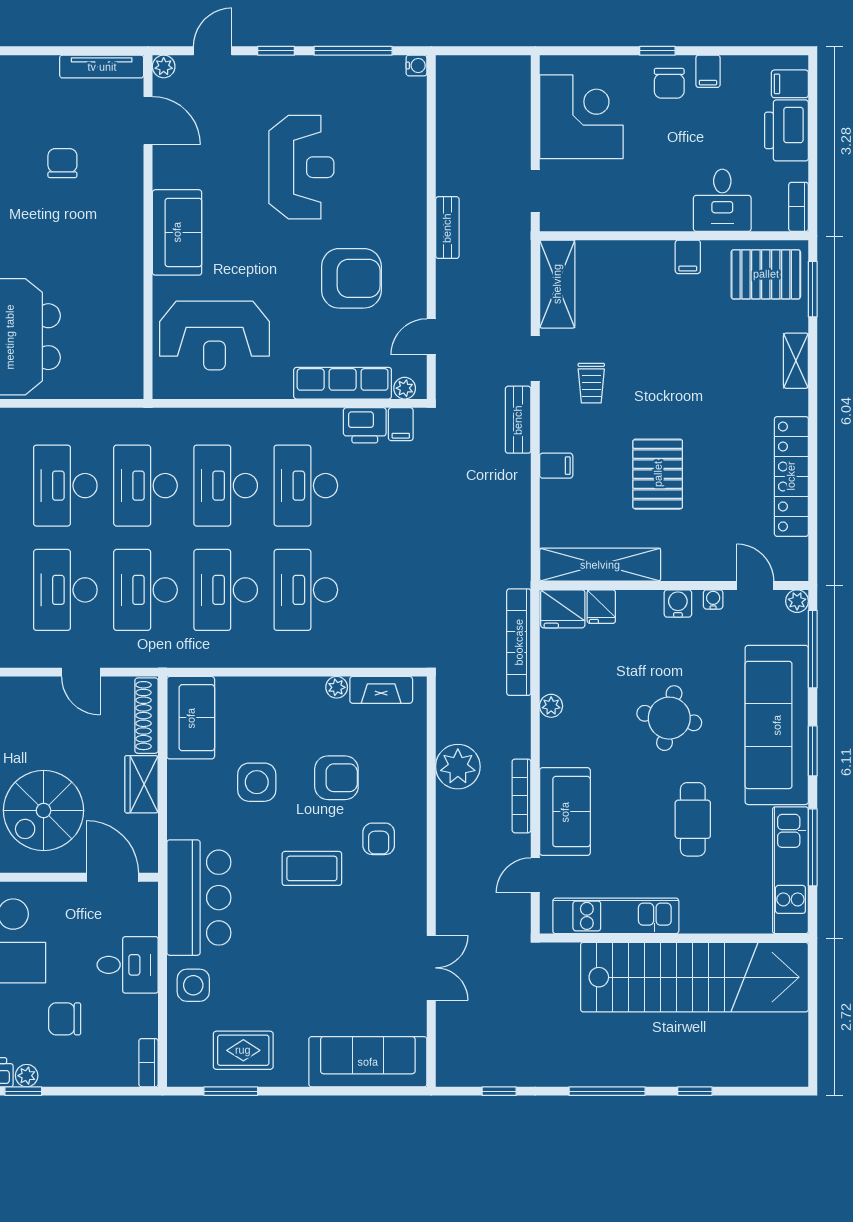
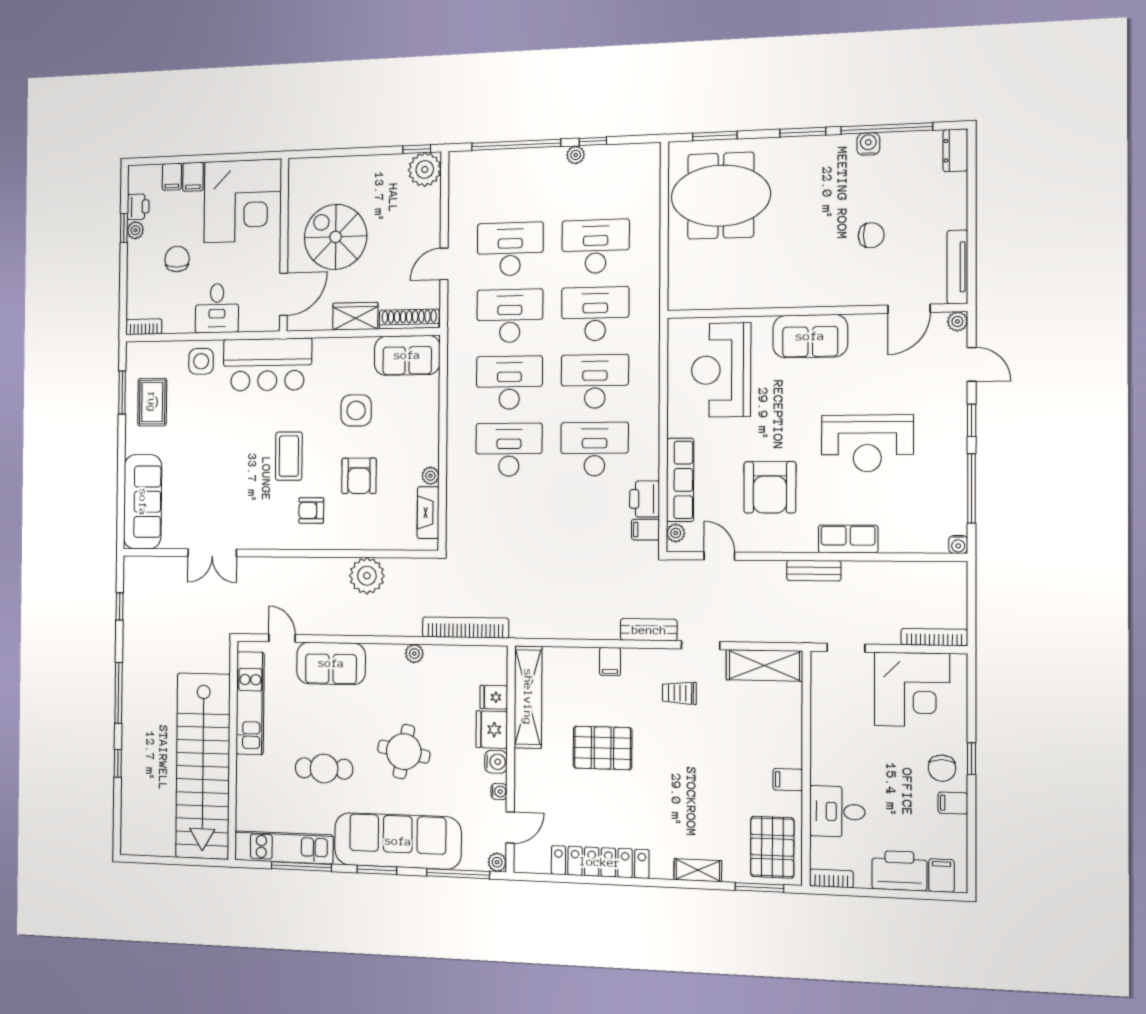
chair: (669, 83) -> (942, 768), turned -90
row of seats: (411, 189) -> (848, 539), added
fridge: (563, 609) -> (492, 730), moved
bookcase: (521, 796) -> (934, 637), moved

